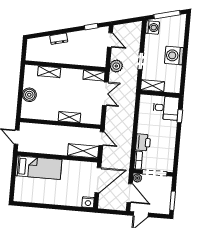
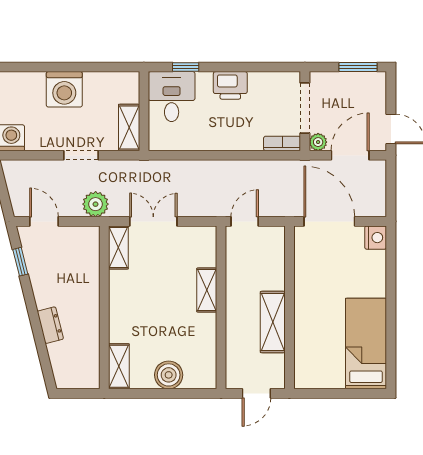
door: (110, 40) -> (44, 221), hinge flipped
shelving: (49, 72) -> (119, 366), moved
printer: (143, 142) -> (230, 85), moved, turned 180
shelving: (83, 151) -> (273, 322), moved
bed: (39, 168) -> (366, 344), moved

